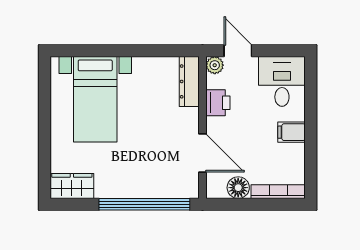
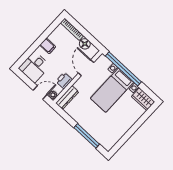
window: (106, 51) -> (87, 136), added
door: (238, 51) -> (40, 92), swing flipped
bed with nightstands: (95, 99) -> (112, 90), moved, turned 180

